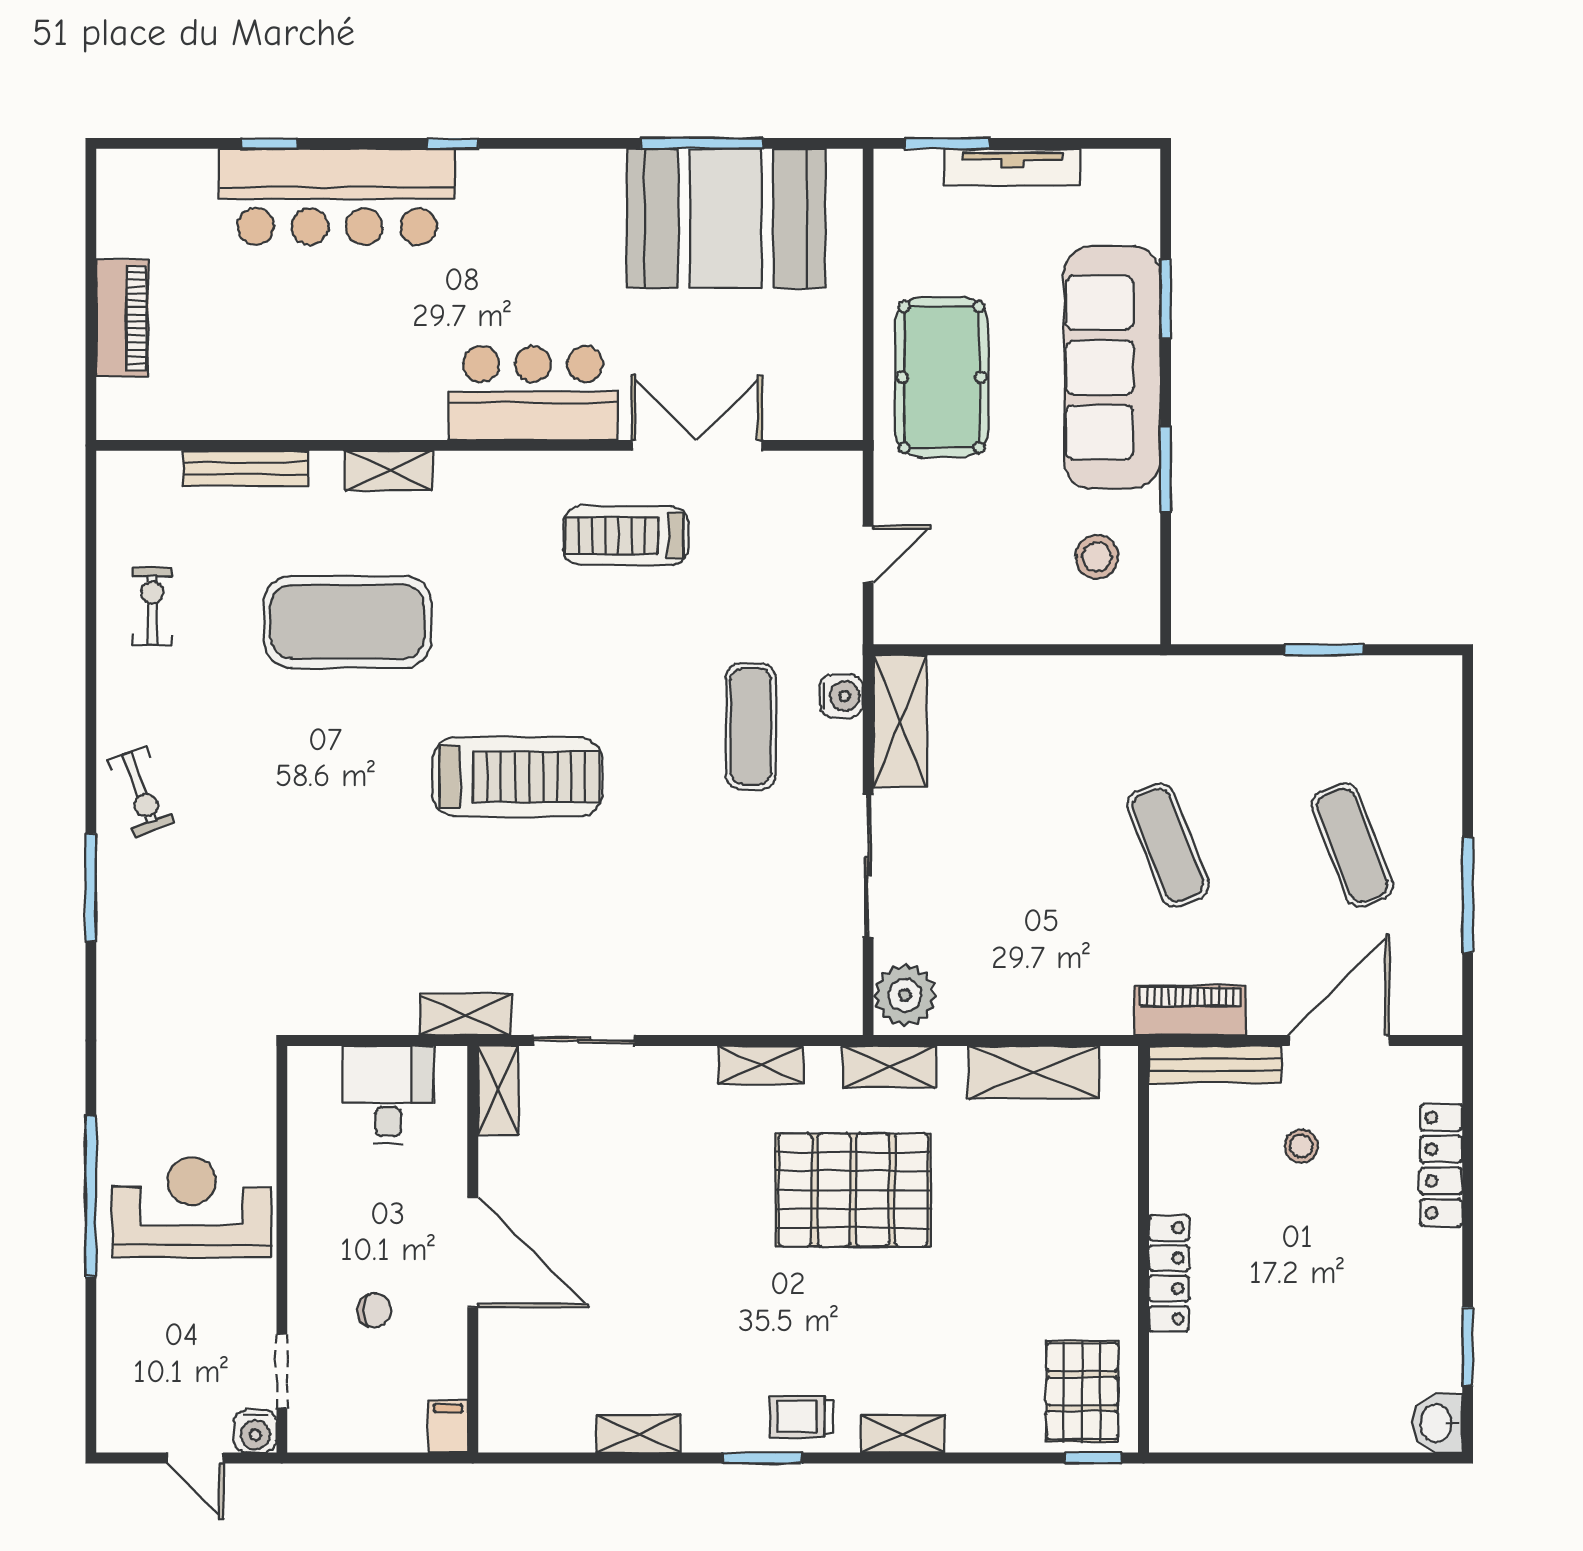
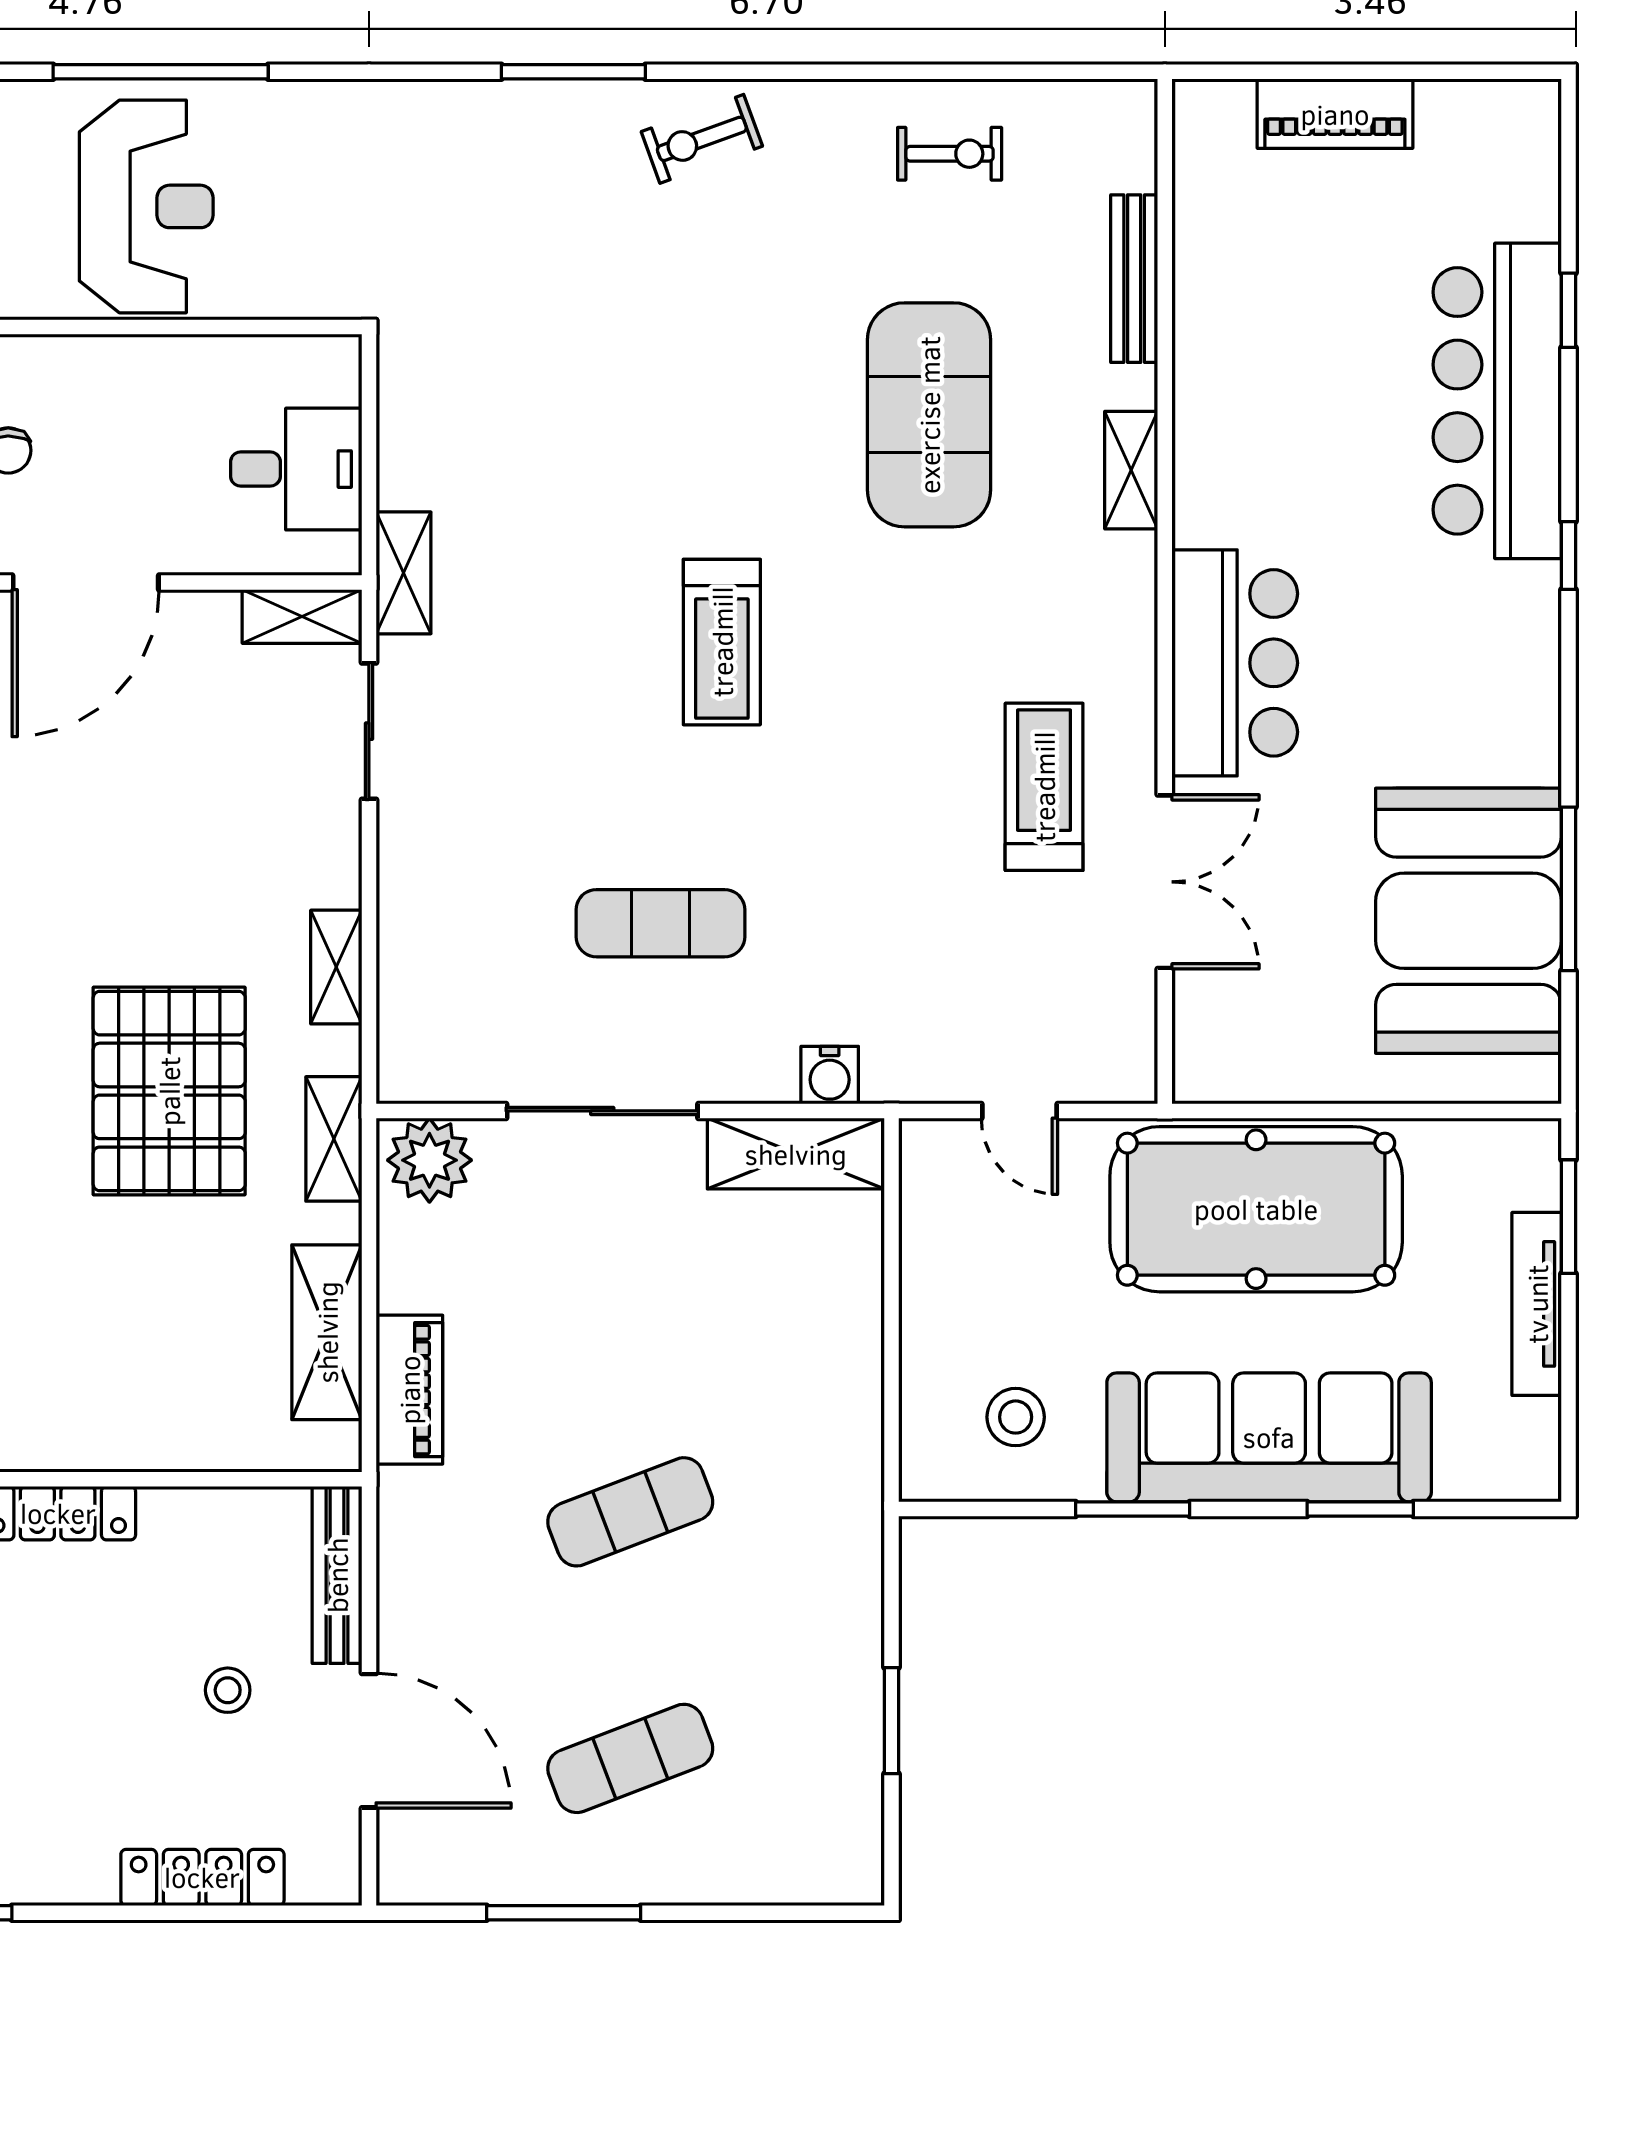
pool table: (942, 377) -> (1256, 1209), width x1.36, depth x1.32
exercise mat: (751, 726) -> (661, 923), moved
treadmill: (517, 777) -> (722, 642), width x0.73, depth x0.73
piano: (1190, 1010) -> (409, 1390), moved

